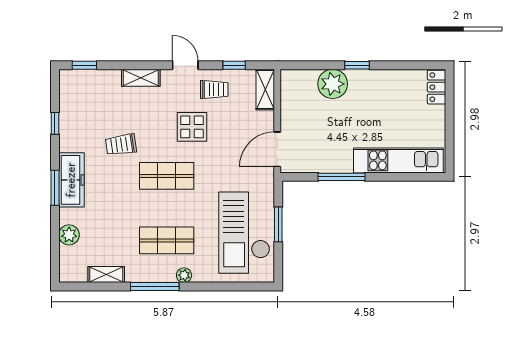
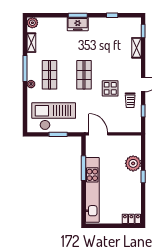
shelving: (141, 78) -> (136, 48), moved
shelving: (265, 89) -> (130, 127), removed
trolley: (121, 145) -> (101, 50), removed
kitchen unit: (398, 160) -> (92, 190), width x1.36
freezer: (71, 180) -> (78, 24), width x0.71
plant: (69, 235) -> (32, 23), moved

